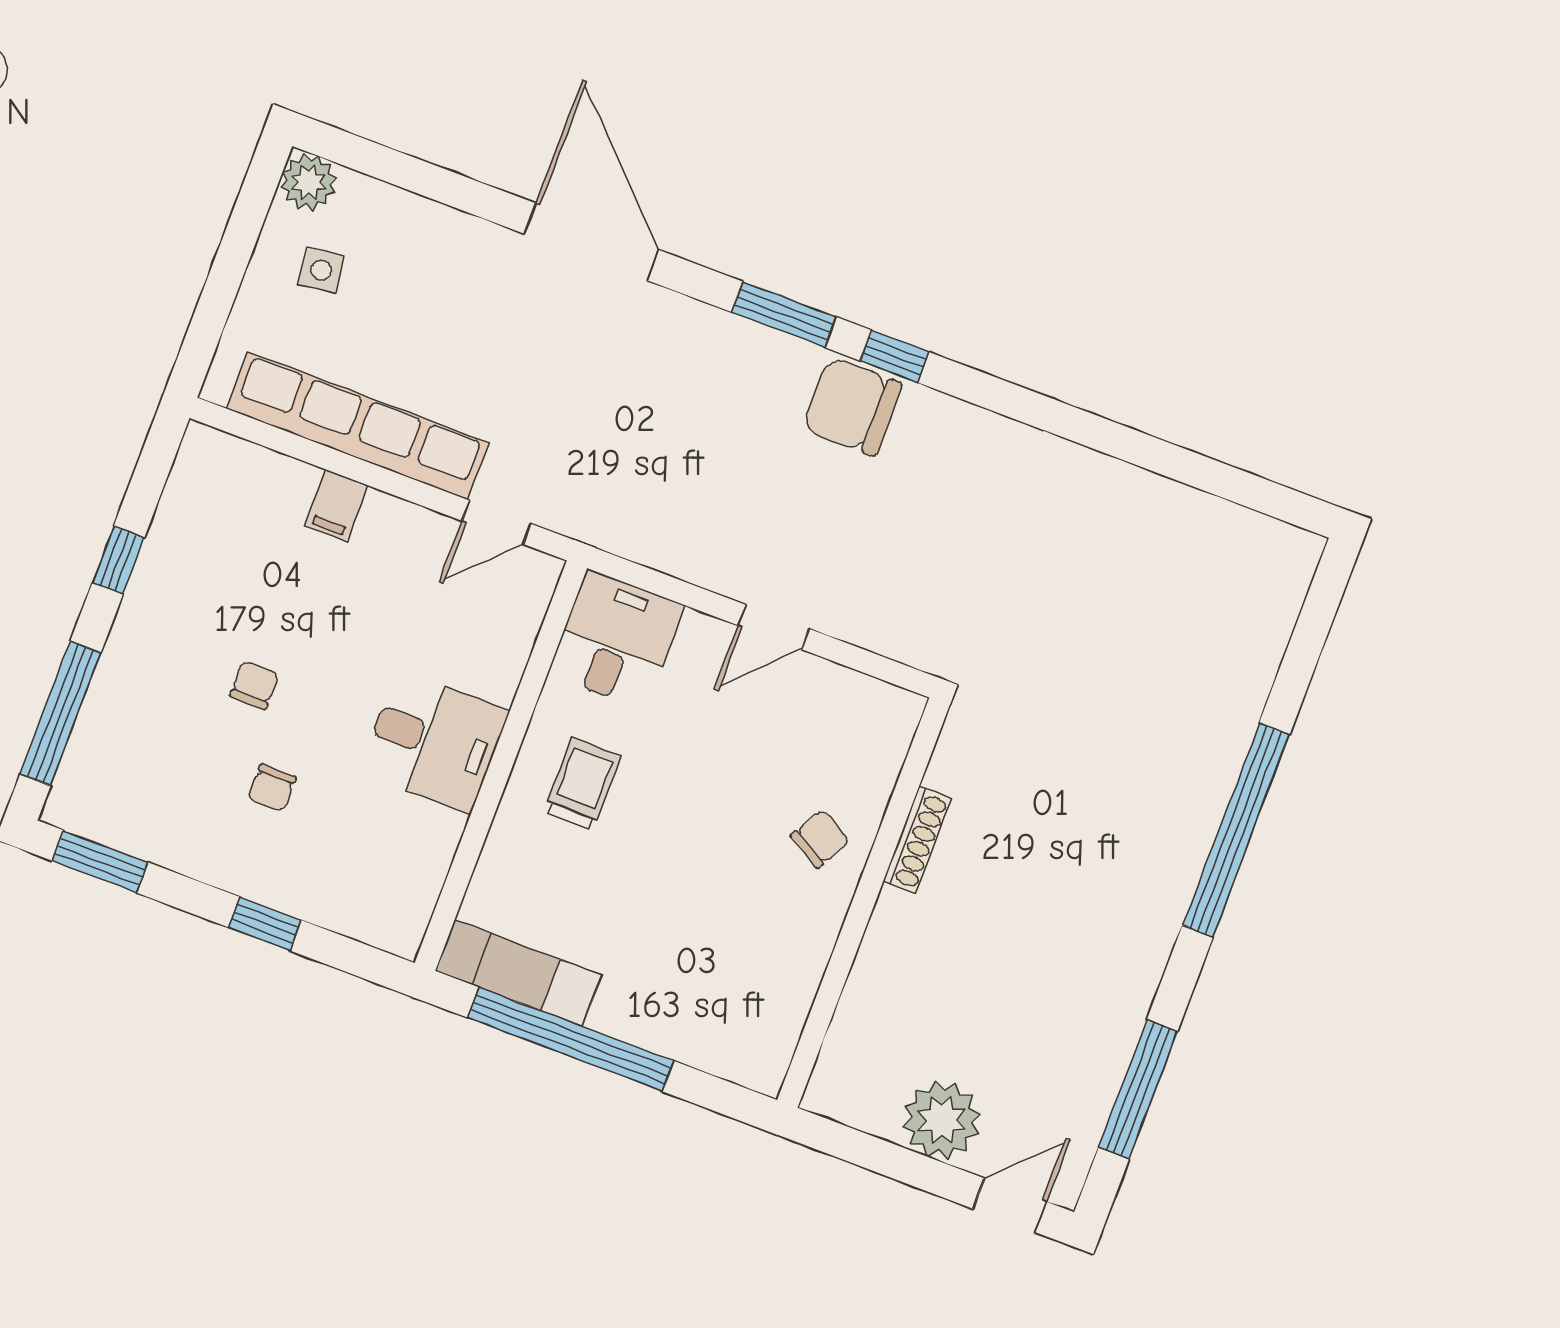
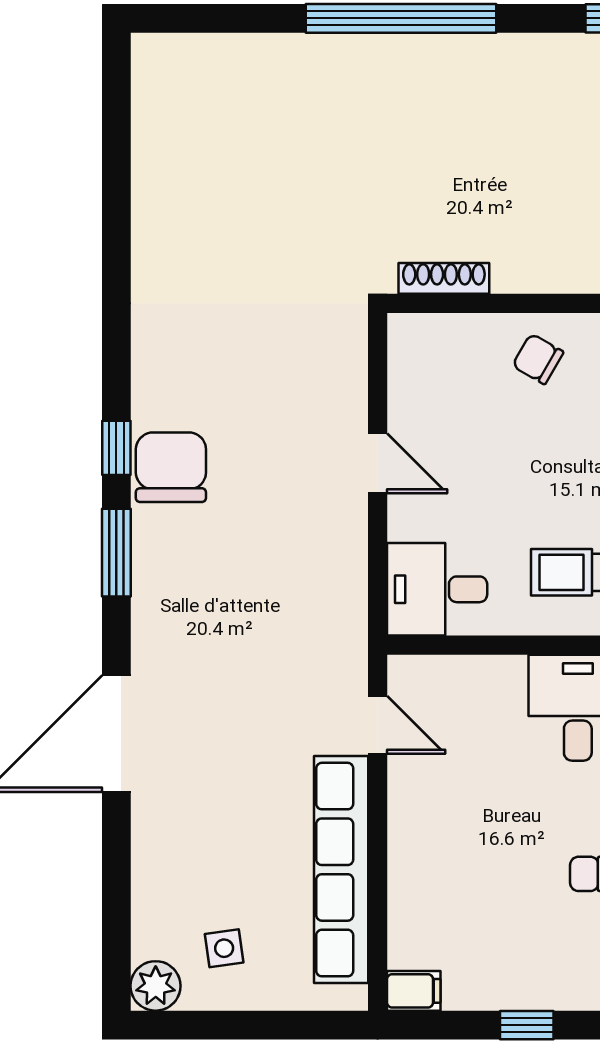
chair: (852, 406) -> (171, 467), turned 180
filing cabinet: (336, 506) -> (414, 991), moved
shoe rack: (917, 840) -> (444, 278), moved

